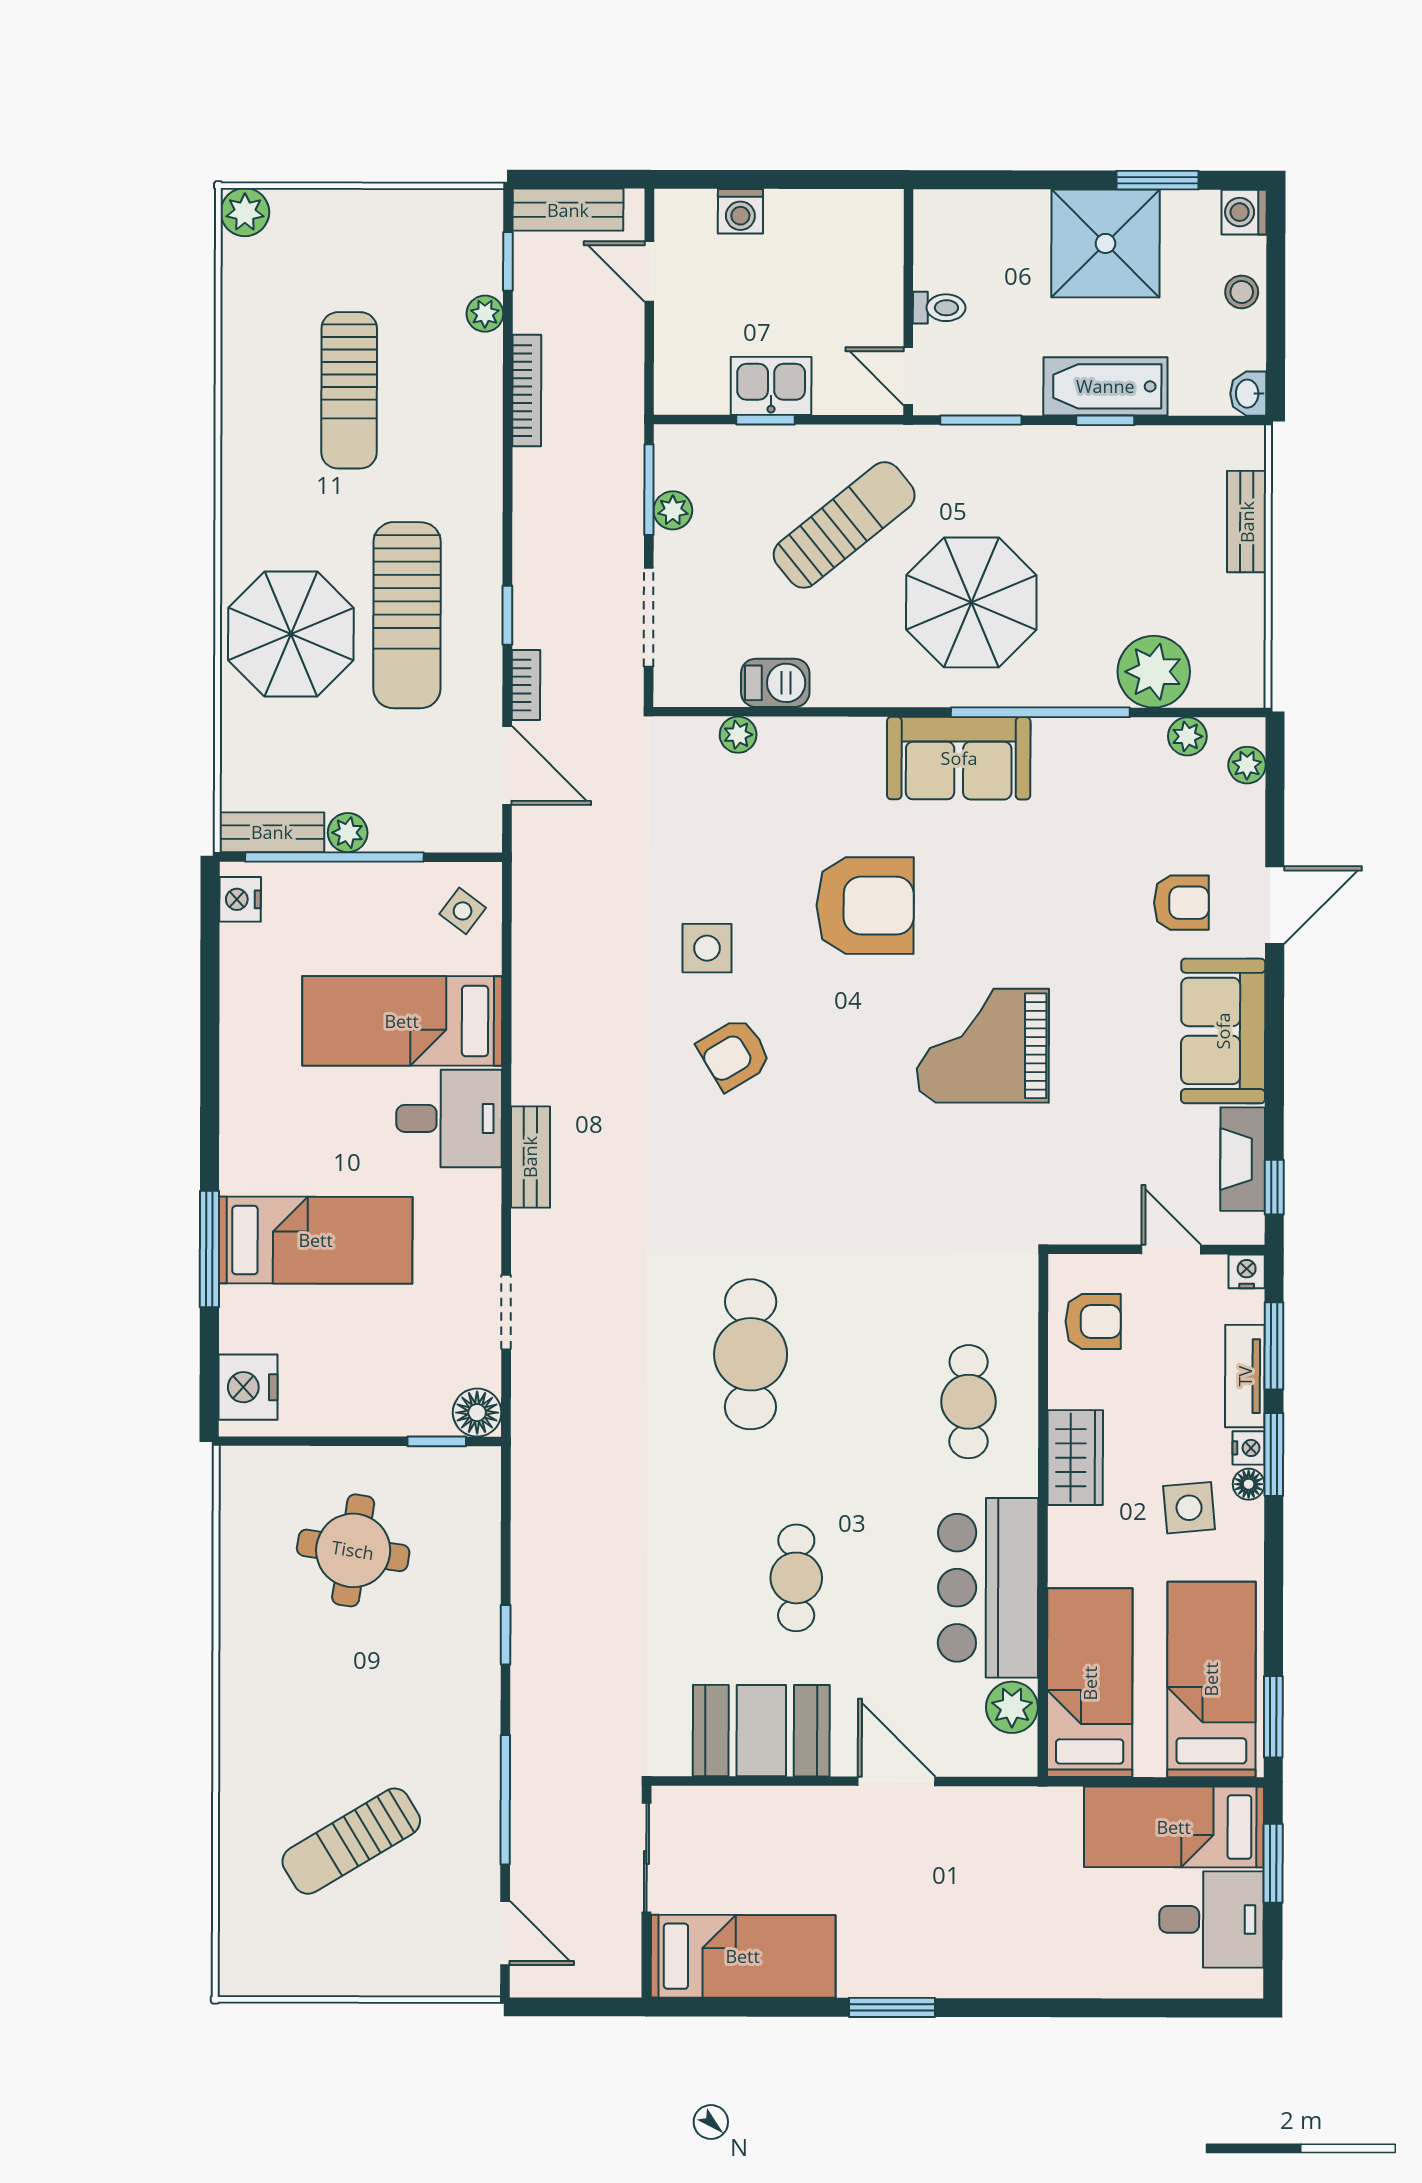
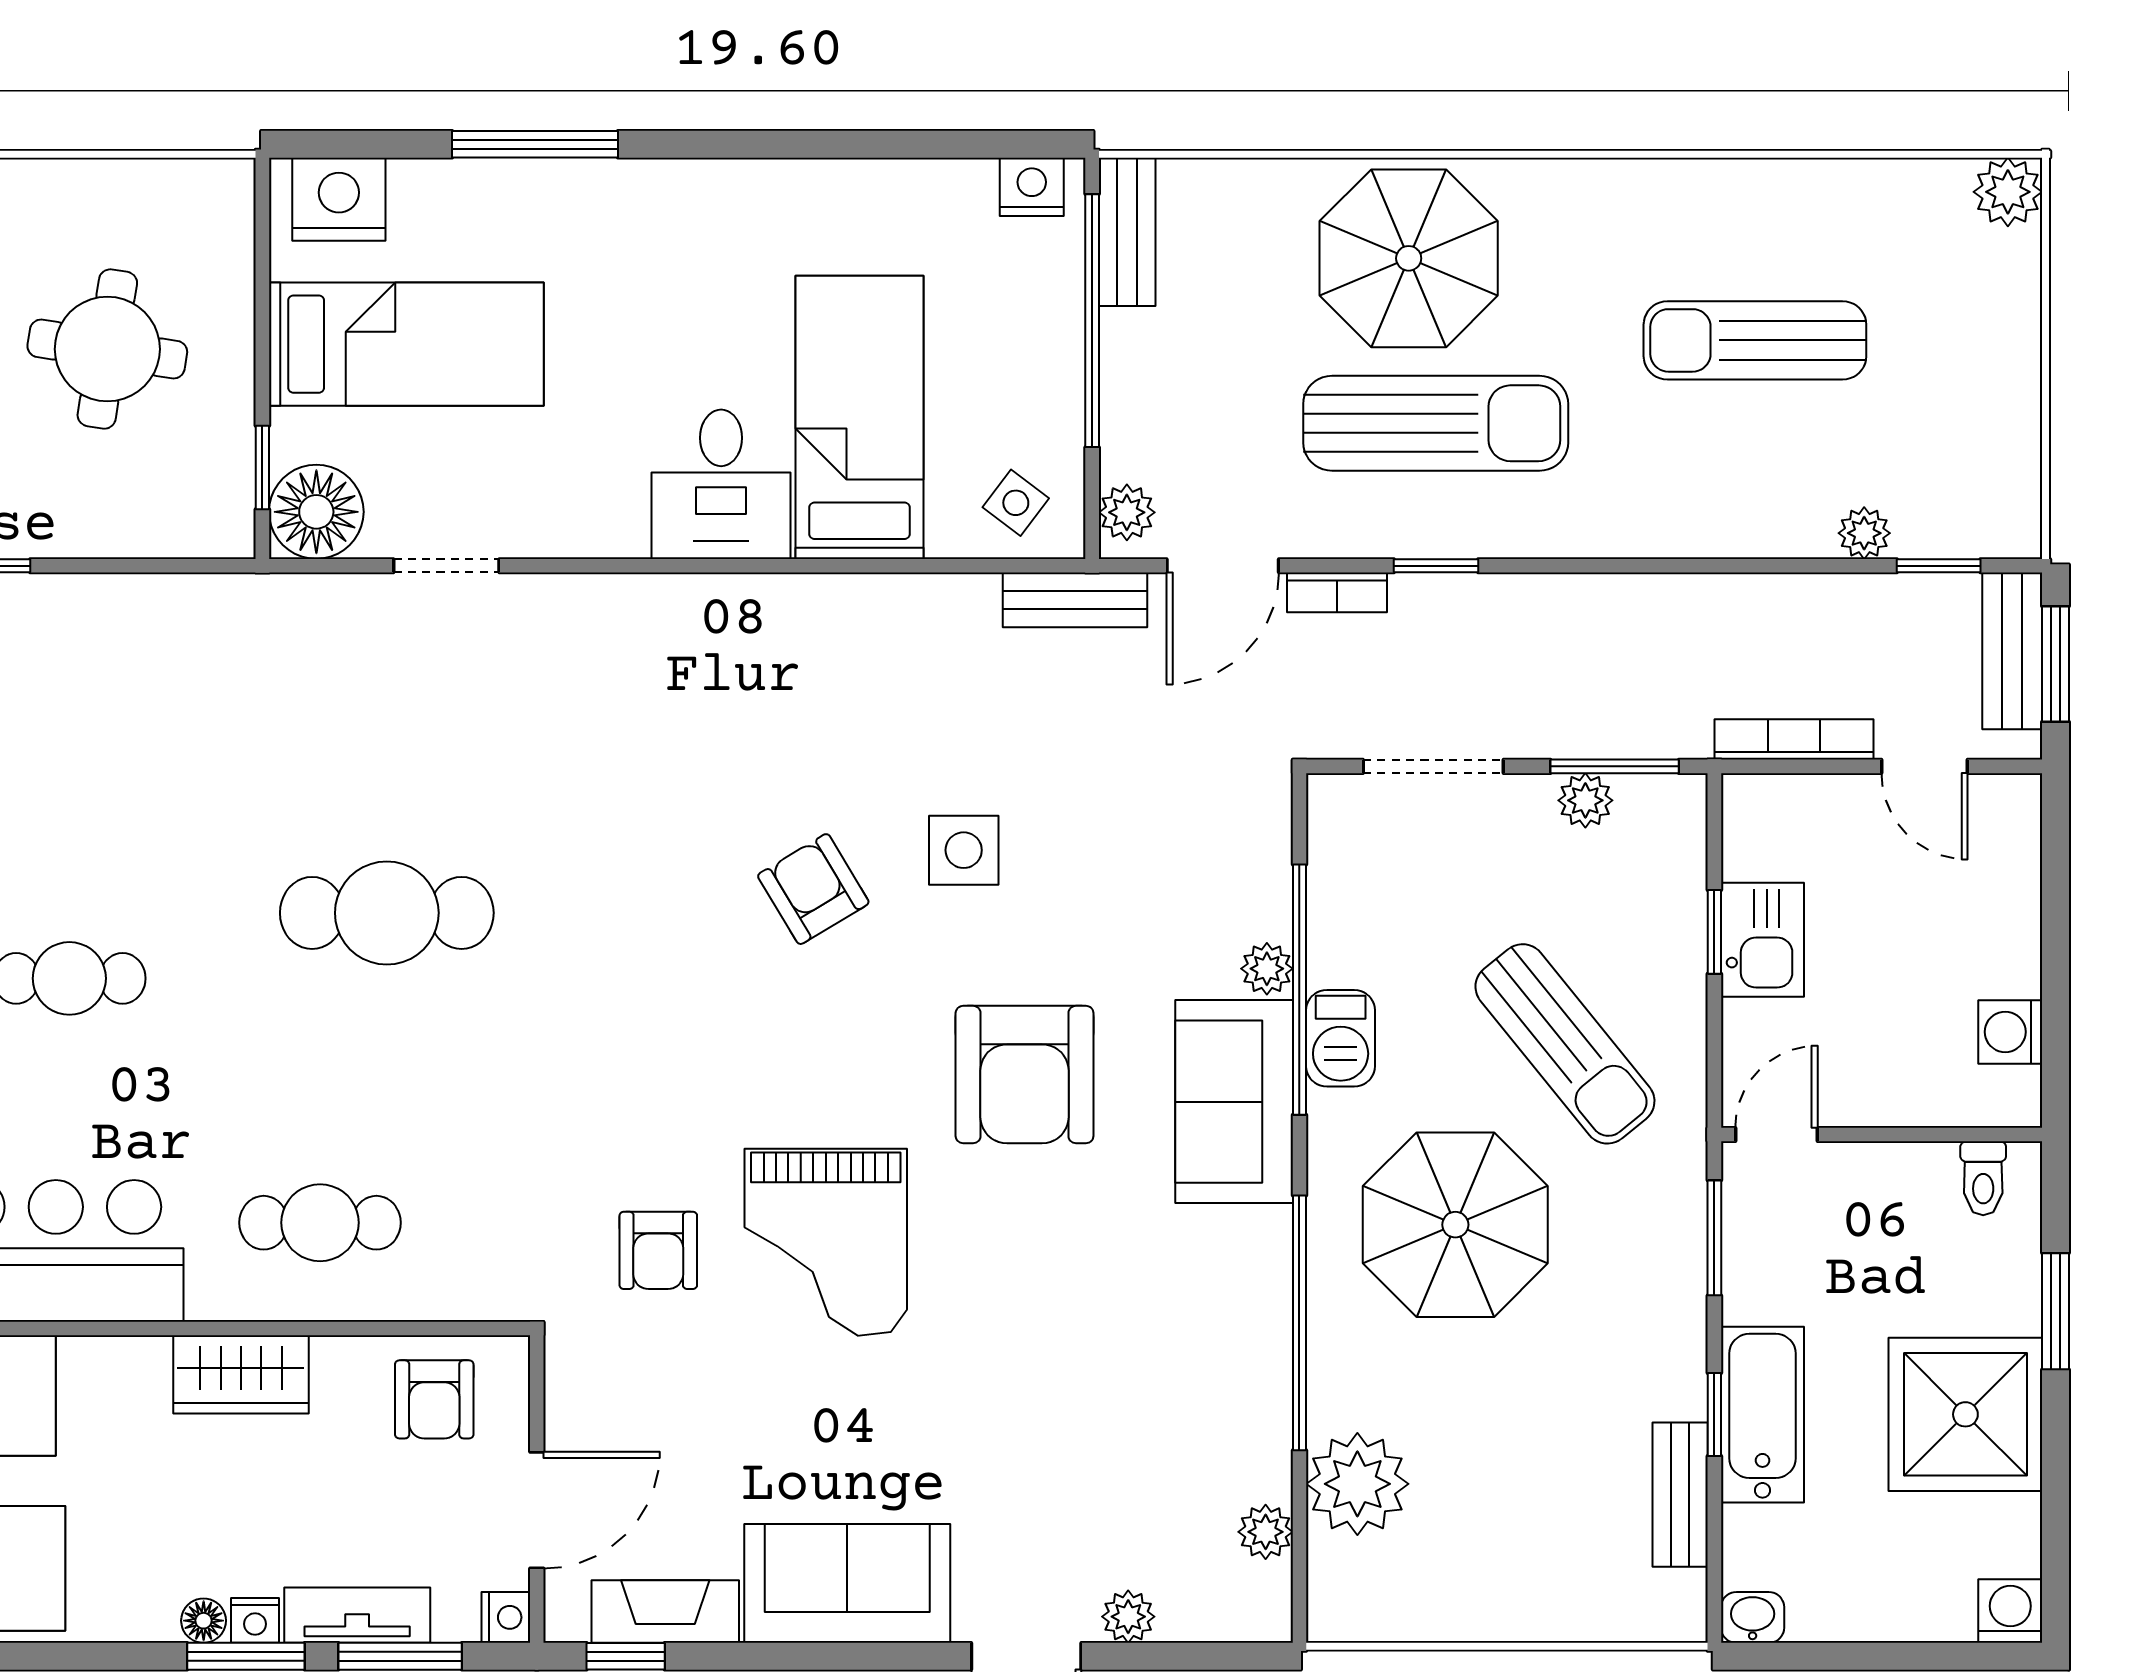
window: (577, 179) -> (2056, 664), added
window: (1157, 180) -> (2056, 1311), moved
washing machine: (740, 211) -> (2010, 1032), moved
door: (649, 272) -> (1924, 766), swing flipped
stool: (1242, 292) -> (1897, 1608), removed
toilet: (939, 308) -> (1983, 1178), moved
bookcase: (527, 390) -> (1794, 739), moved, turned 180
bench: (1247, 522) -> (1680, 1495), moved, turned 90
sun lounger: (407, 615) -> (1436, 423), turned 180
barbecue: (775, 683) -> (1341, 1038), moved
window: (806, 712) -> (1299, 990), added
plant: (738, 735) -> (1267, 969), moved
sofa: (959, 758) -> (1234, 1102), moved
plant: (1247, 765) -> (1128, 1617), moved
plant: (348, 833) -> (1127, 512), moved
armchair: (1181, 903) -> (658, 1250), moved
grand piano: (983, 1046) -> (826, 1242), turned 180
bench: (530, 1157) -> (1075, 600), moved
bed: (316, 1240) -> (406, 344), moved, turned -90
door: (1171, 1250) -> (537, 1510), width x1.38
floor lamp: (477, 1413) -> (316, 512), width x1.38, depth x1.38
side table: (1189, 1508) -> (170, 1536), removed

